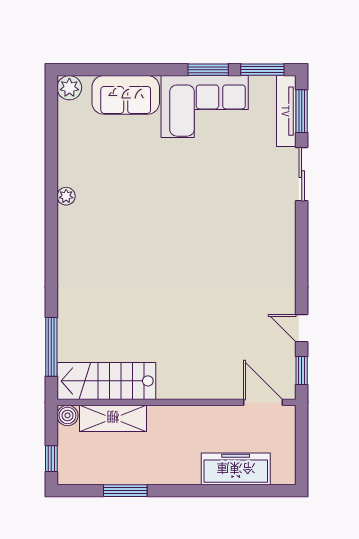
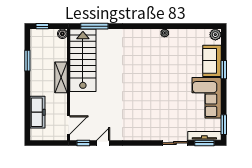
window: (208, 70) -> (224, 70), moved
stairs: (106, 381) -> (83, 60), width x1.36, depth x1.51
shelving: (113, 418) -> (61, 77), moved

